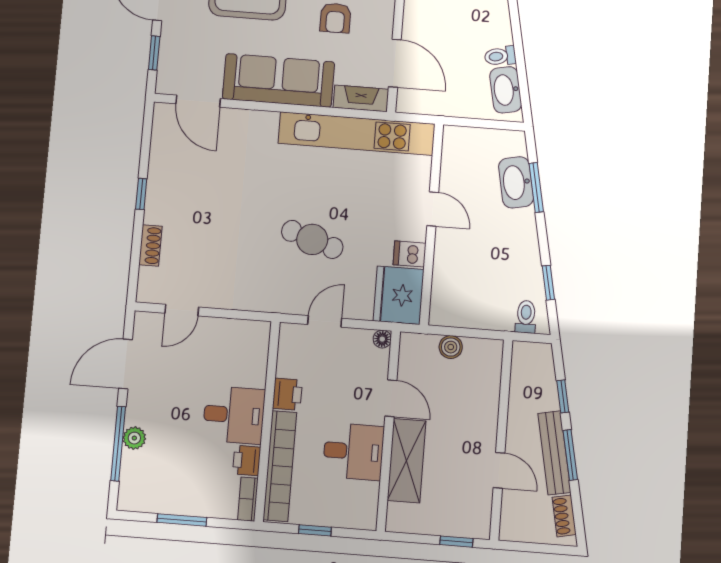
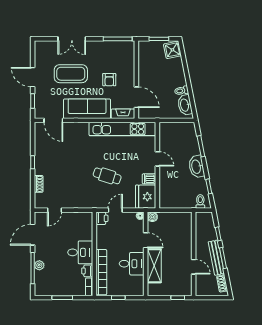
washbasin: (516, 182) -> (196, 167), moved
boiler: (451, 347) -> (152, 217), moved
printer: (287, 394) -> (102, 218), moved

